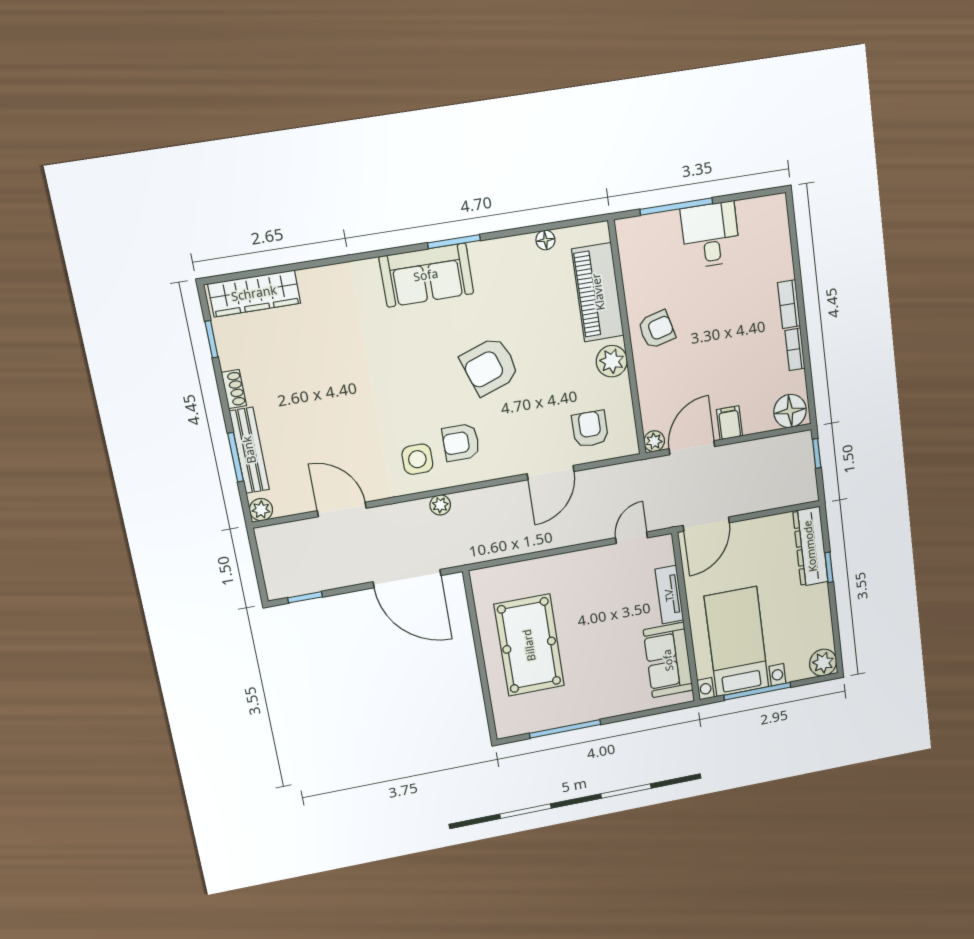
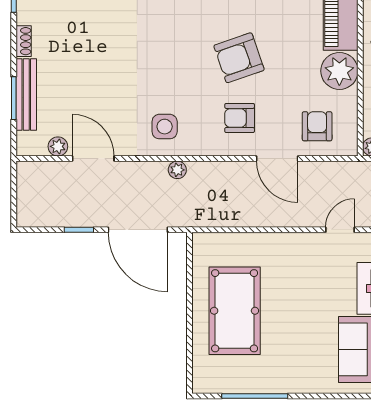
plant: (612, 361) -> (339, 71), width x1.36, depth x1.36
armchair: (461, 442) -> (240, 118), moved
door: (551, 473) -> (277, 159), hinge flipped
plant: (261, 510) -> (58, 146), moved
window: (305, 597) -> (79, 230), moved

